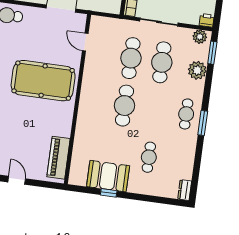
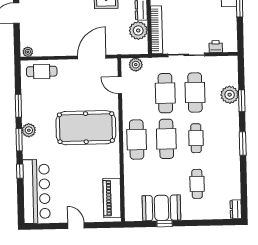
printer: (207, 20) -> (216, 46), moved
plant: (200, 37) -> (136, 65), moved
window: (212, 53) -> (242, 101), moved
cafe table: (94, 101) -> (137, 140), added
cafe table: (186, 114) -> (196, 138), moved

